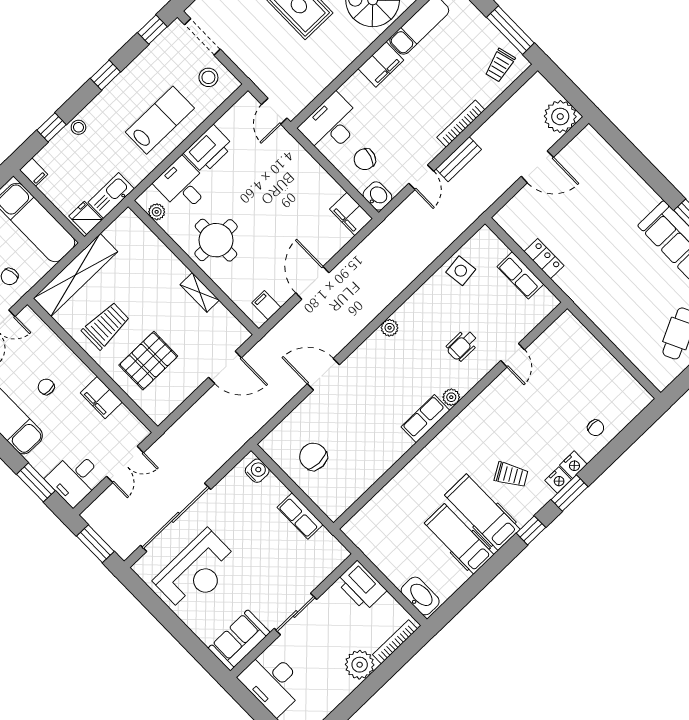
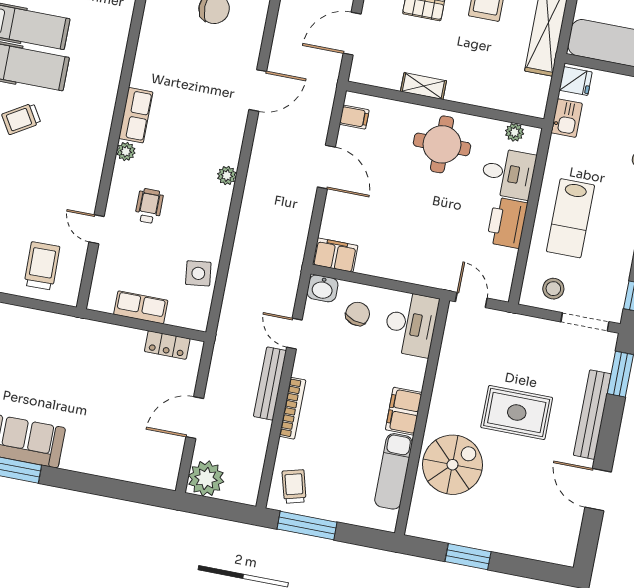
bench: (459, 159) -> (270, 384), width x1.36
kitchen sink: (111, 196) -> (567, 118), width x0.73
locker: (544, 259) -> (167, 345), moved
trolley: (571, 356) -> (42, 266), added

